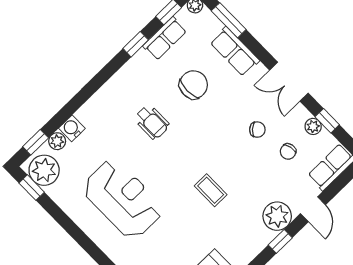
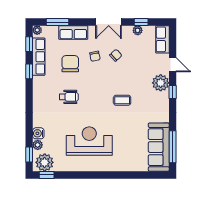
row of seats: (165, 38) -> (39, 57), width x1.48
chair: (288, 152) -> (95, 56), moved

